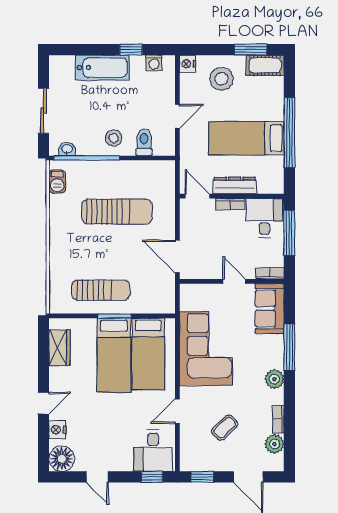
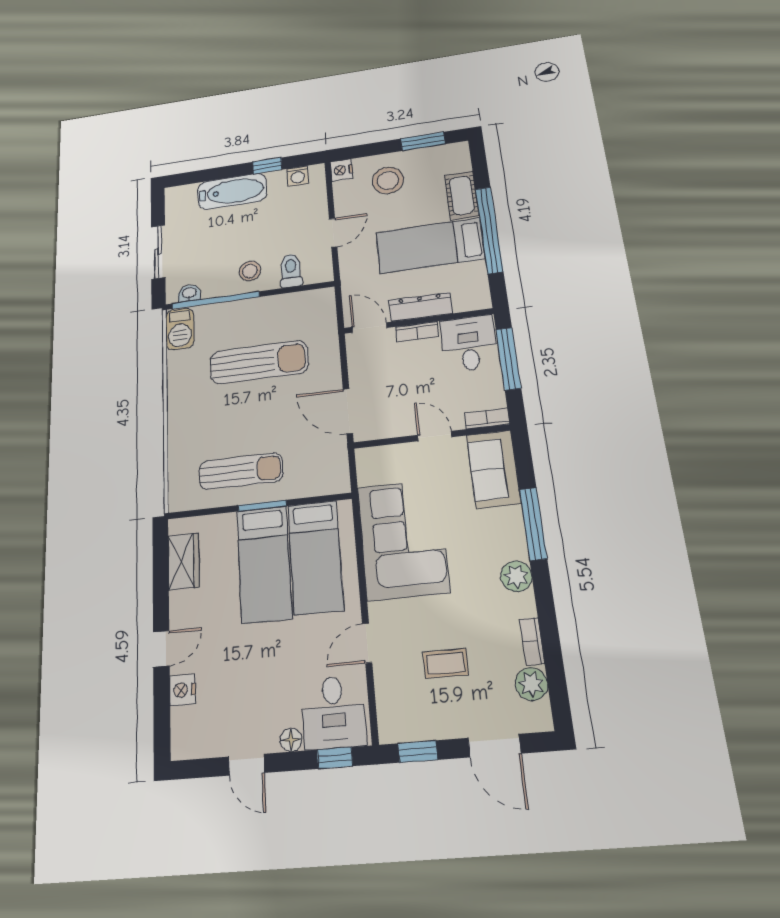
cot: (265, 65) -> (462, 195), moved, turned 90
barbecue: (57, 182) -> (180, 329), width x1.38, depth x1.27
coffee table: (225, 428) -> (446, 663), turned 43
floor lamp: (62, 459) -> (291, 740), moved, width x0.53, depth x0.53

